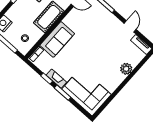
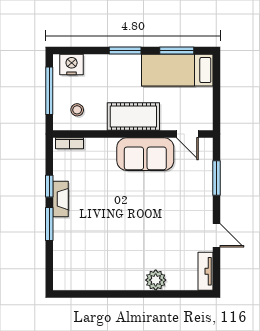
door: (130, 26) -> (216, 235), hinge flipped
sofa: (57, 39) -> (145, 154), moved
corner sofa: (86, 92) -> (79, 254), removed

